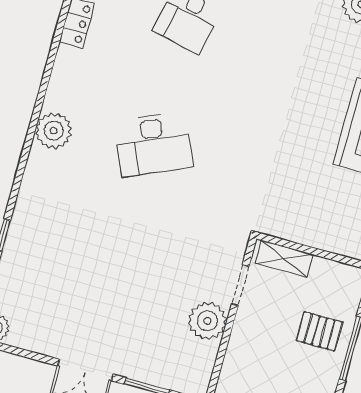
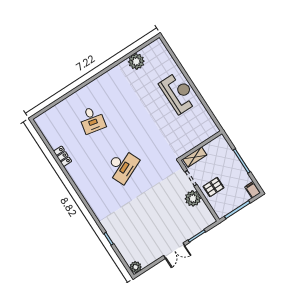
plant: (54, 131) -> (90, 194), removed
pallet: (319, 331) -> (213, 187), moved

